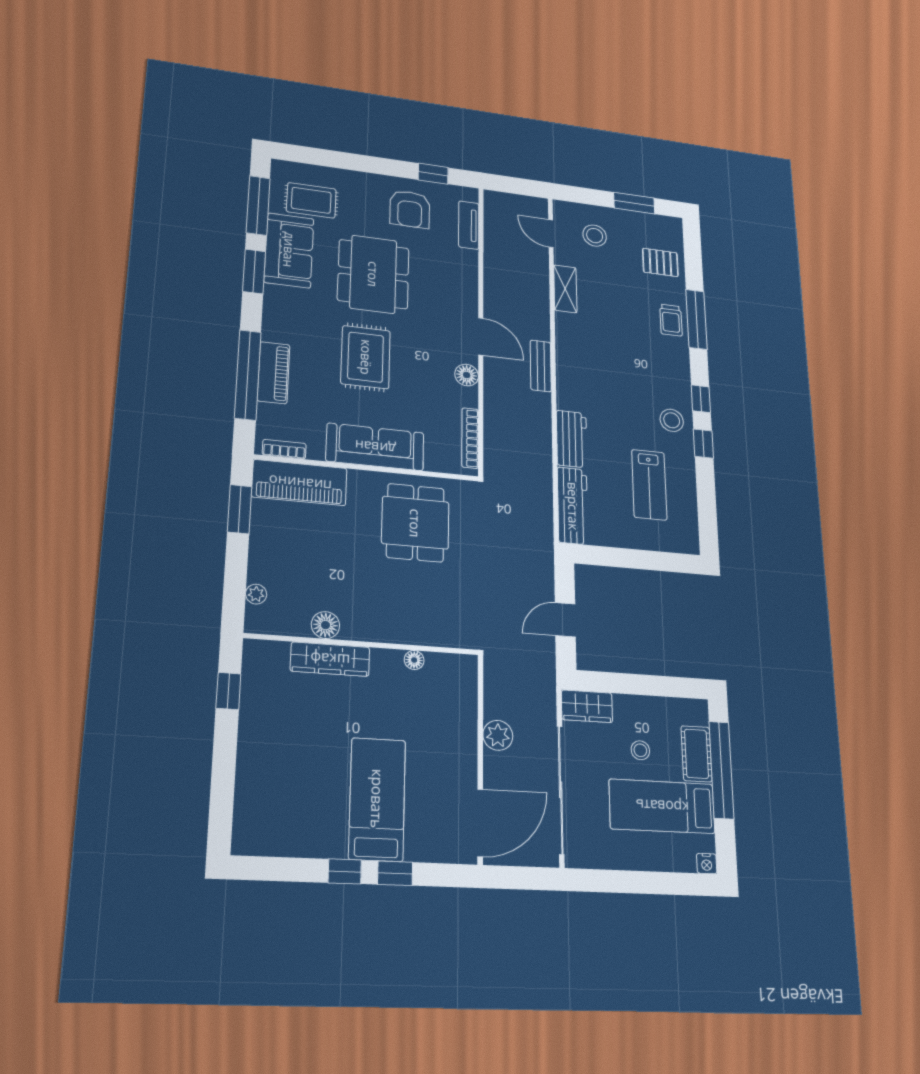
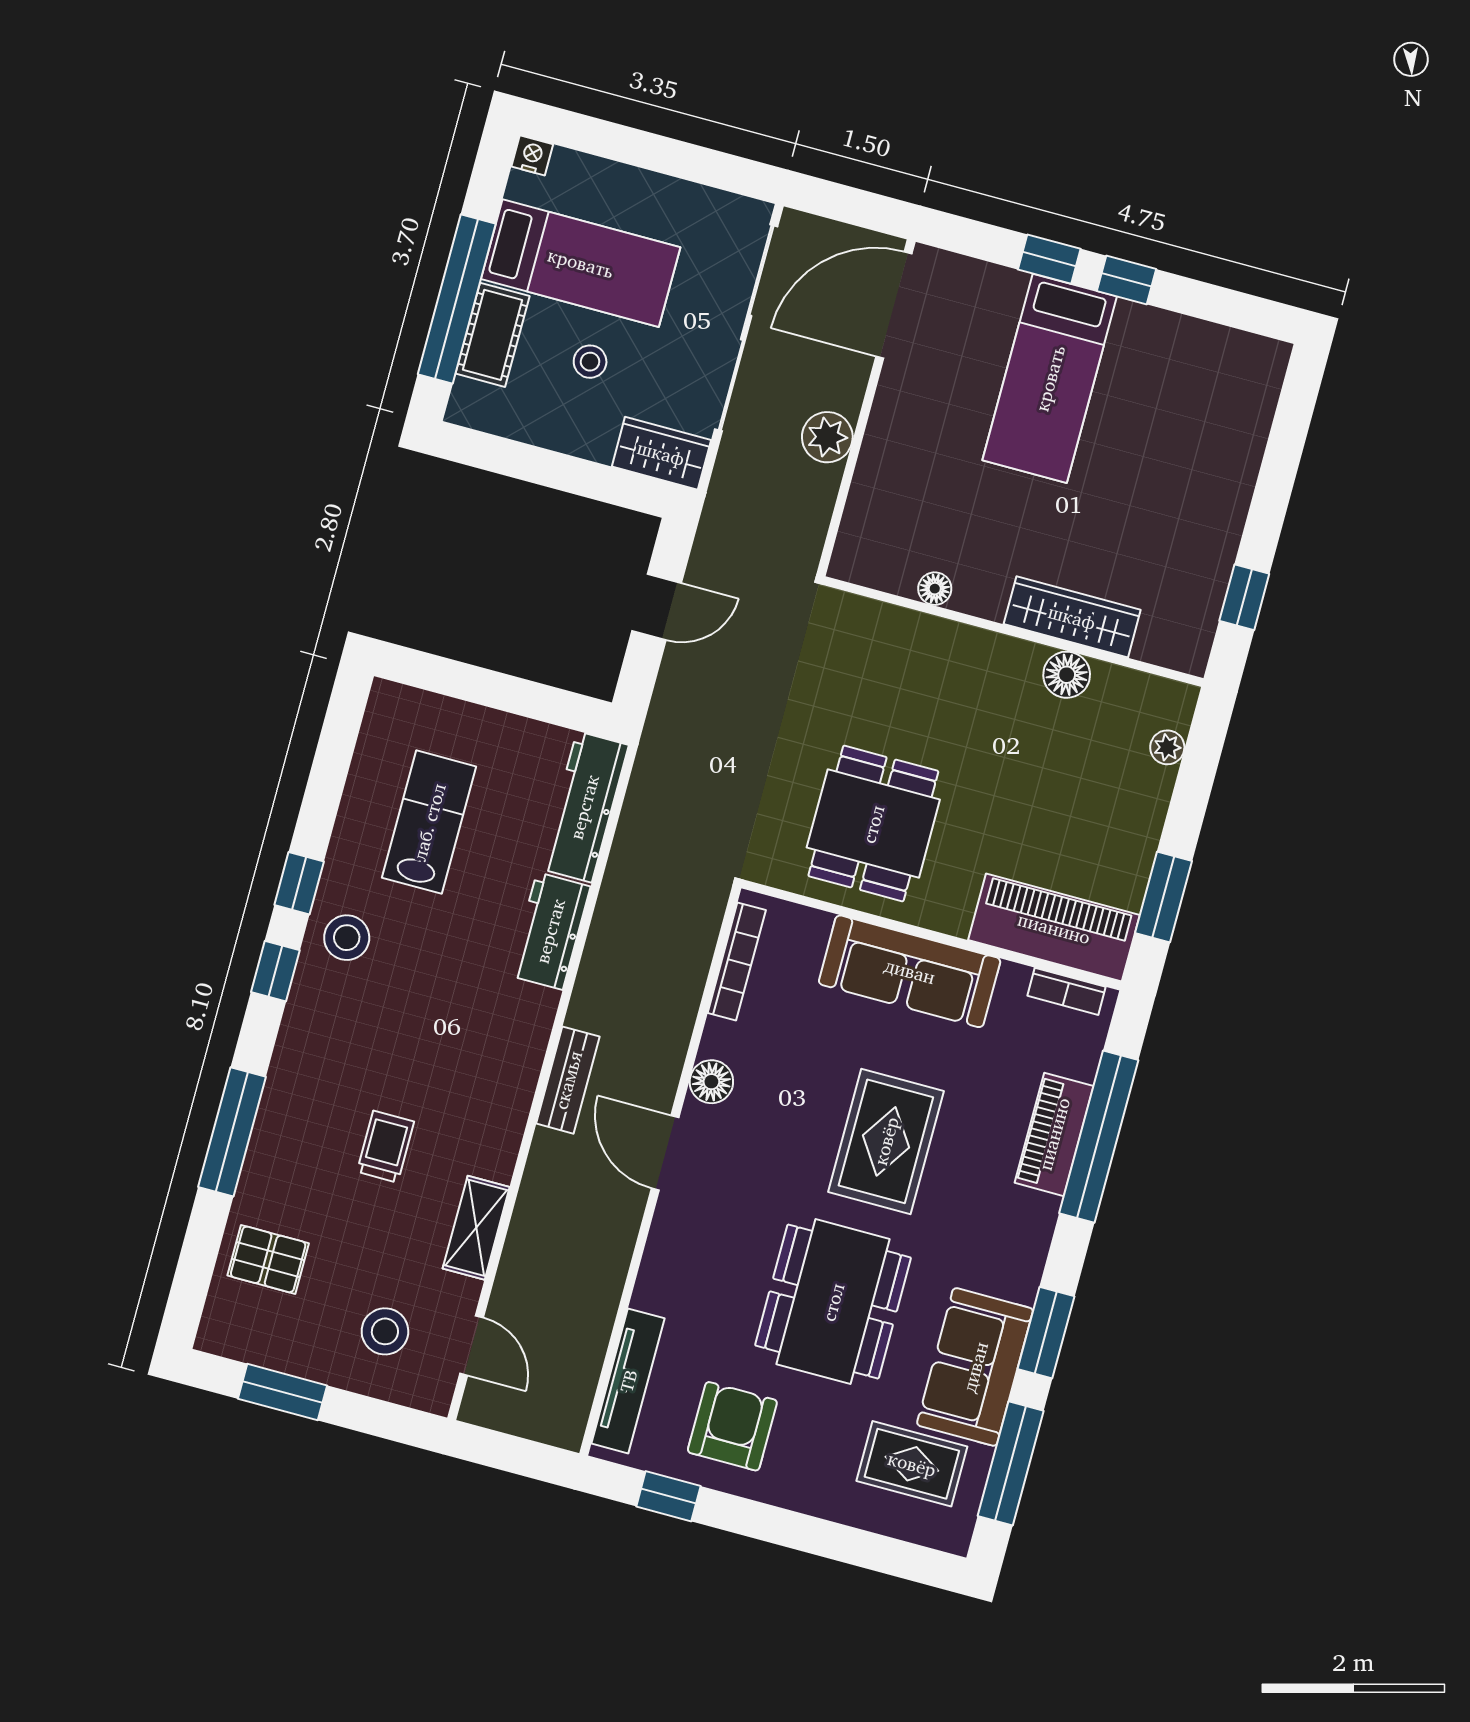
tv unit: (469, 225) -> (628, 1381), width x1.41
trolley: (671, 320) -> (385, 1147), moved

